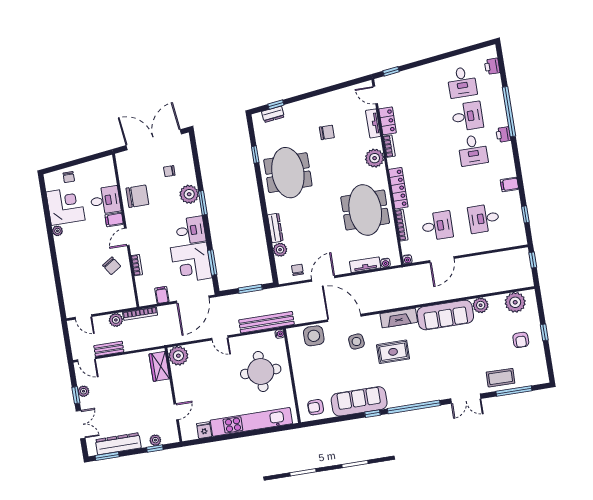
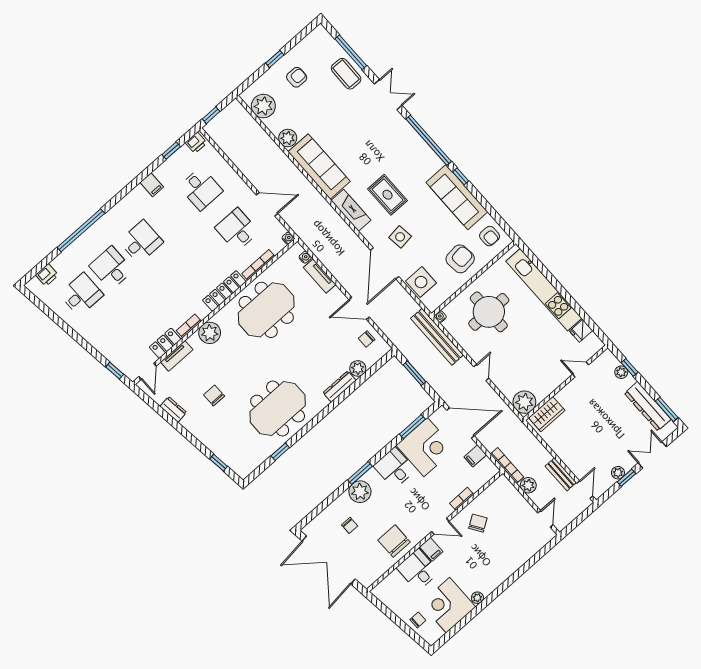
dresser: (273, 114) -> (173, 409), moved
printer: (503, 134) -> (196, 143), moved
armchair: (313, 375) -> (460, 259), added

